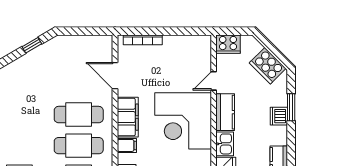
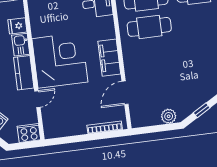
plant: (70, 43) -> (169, 116), added
door: (115, 76) -> (125, 93), swing flipped
cafe table: (79, 115) -> (153, 54), removed
filing cabinet: (127, 145) -> (107, 32), removed

